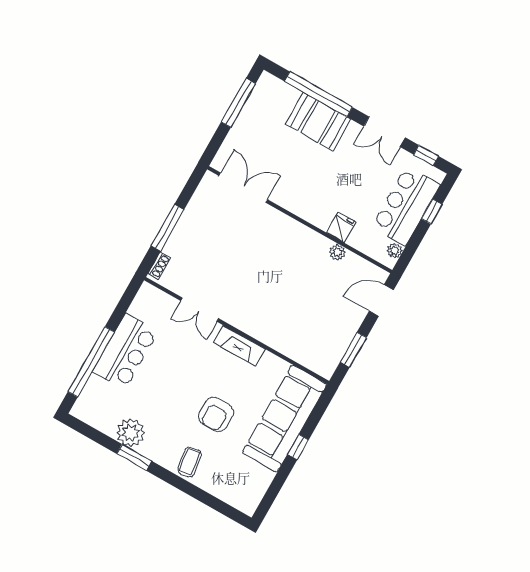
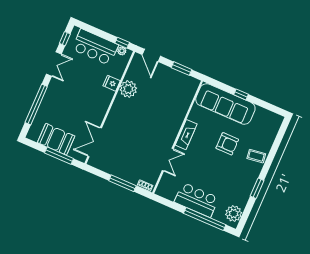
window: (238, 103) -> (59, 156), moved
booth: (318, 122) -> (56, 139), moved, turned 90
window: (432, 212) -> (122, 43), moved
plant: (337, 252) -> (128, 89), width x1.88, depth x1.88
plant: (131, 433) -> (234, 214), moved

